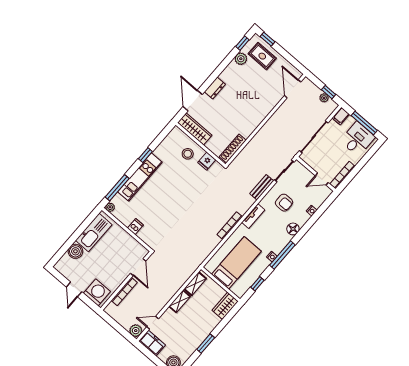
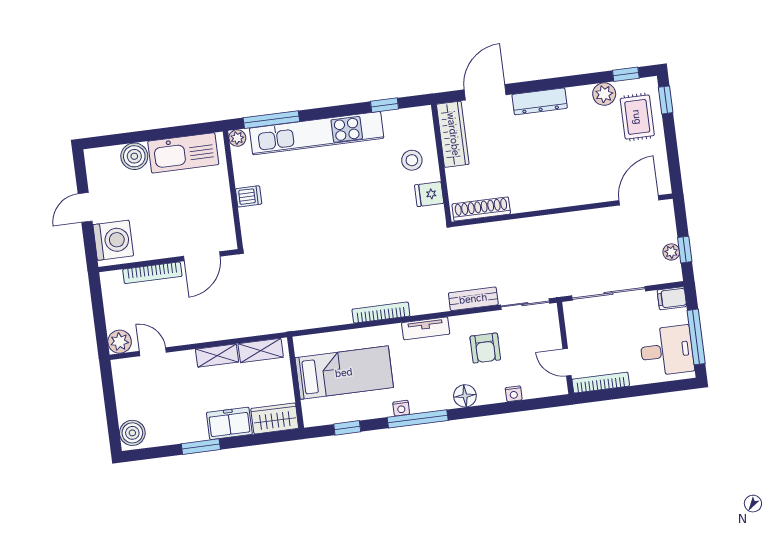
dresser: (215, 88) -> (540, 101), width x1.44
window: (145, 155) -> (385, 105), moved
kitchen unit: (140, 177) -> (317, 133), width x1.36
freezer: (152, 343) -> (229, 423), moved, turned -90

